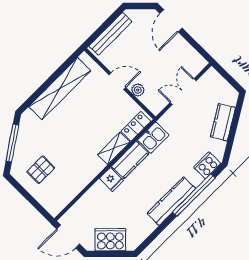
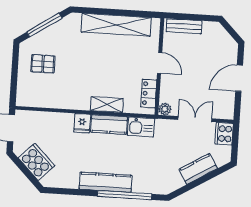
door: (171, 21) -> (239, 78), moved
bench: (110, 34) -> (184, 26), width x0.73
plant: (138, 90) -> (165, 109), moved
locker: (136, 126) -> (149, 93), moved, turned -90
cooker: (207, 165) -> (224, 134), moved, turned -90

